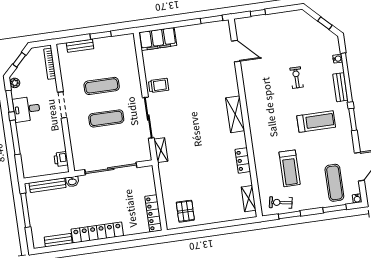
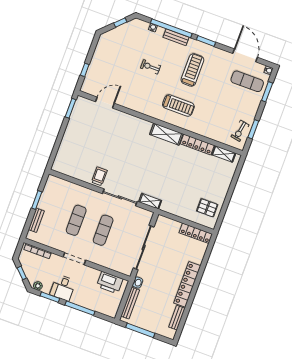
filing cabinet: (158, 39) -> (63, 158), removed
shelving: (235, 114) -> (166, 134), moved
printer: (61, 159) -> (110, 283), width x1.87, depth x1.48
locker: (243, 160) -> (197, 145), width x1.53
treadmill: (290, 168) -> (178, 105), moved

